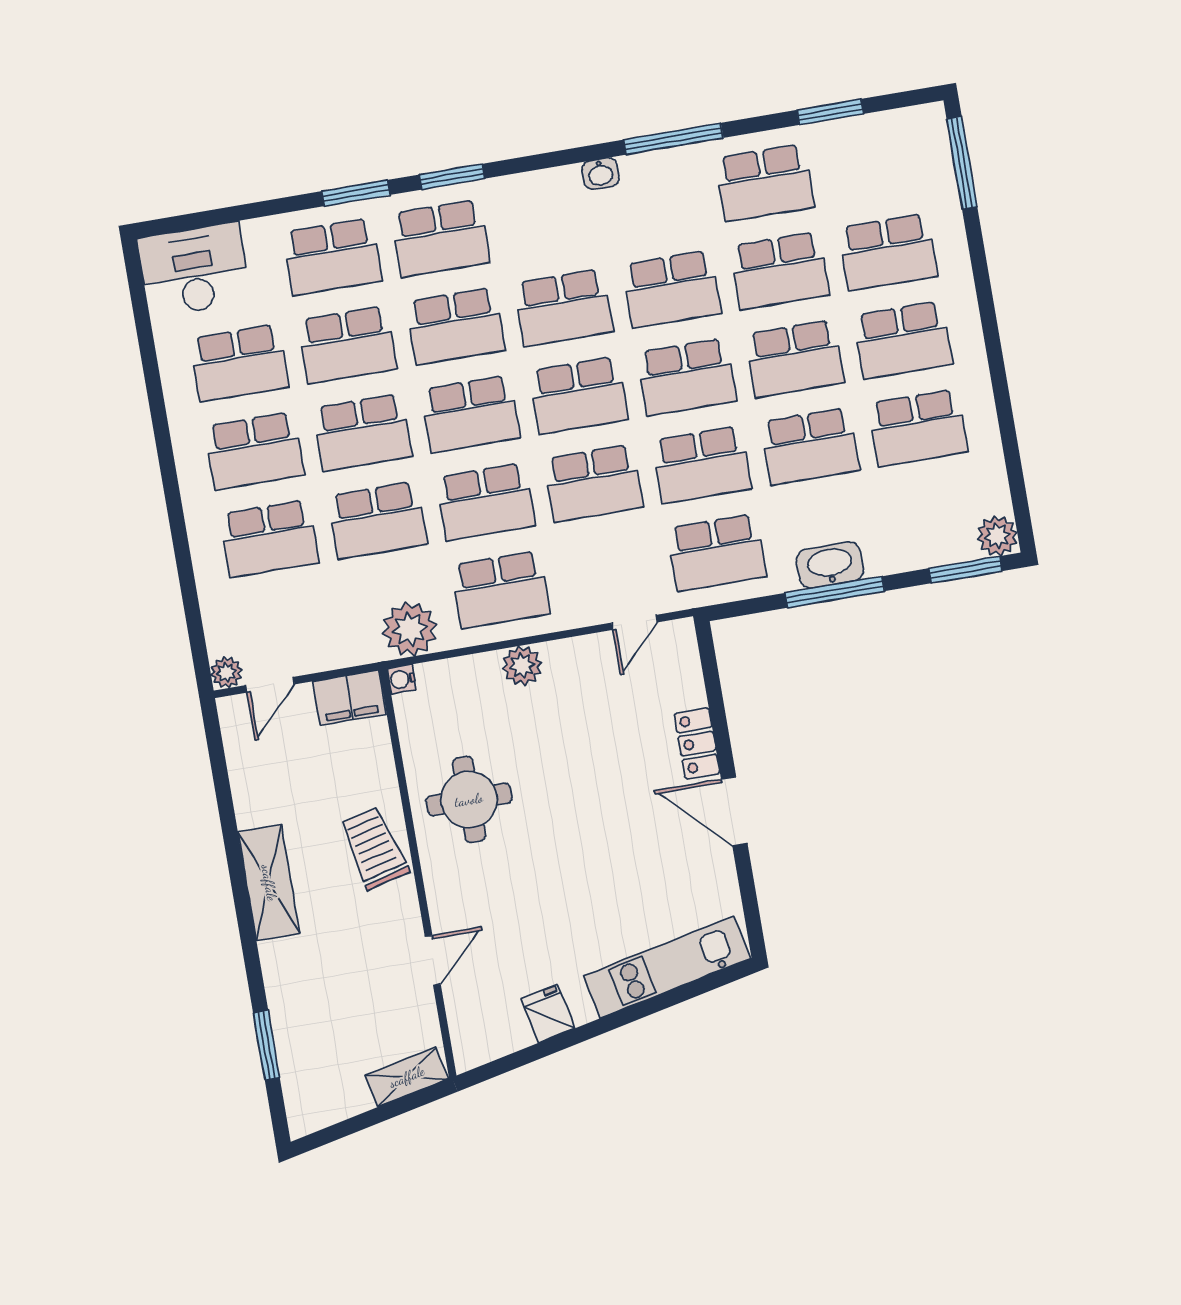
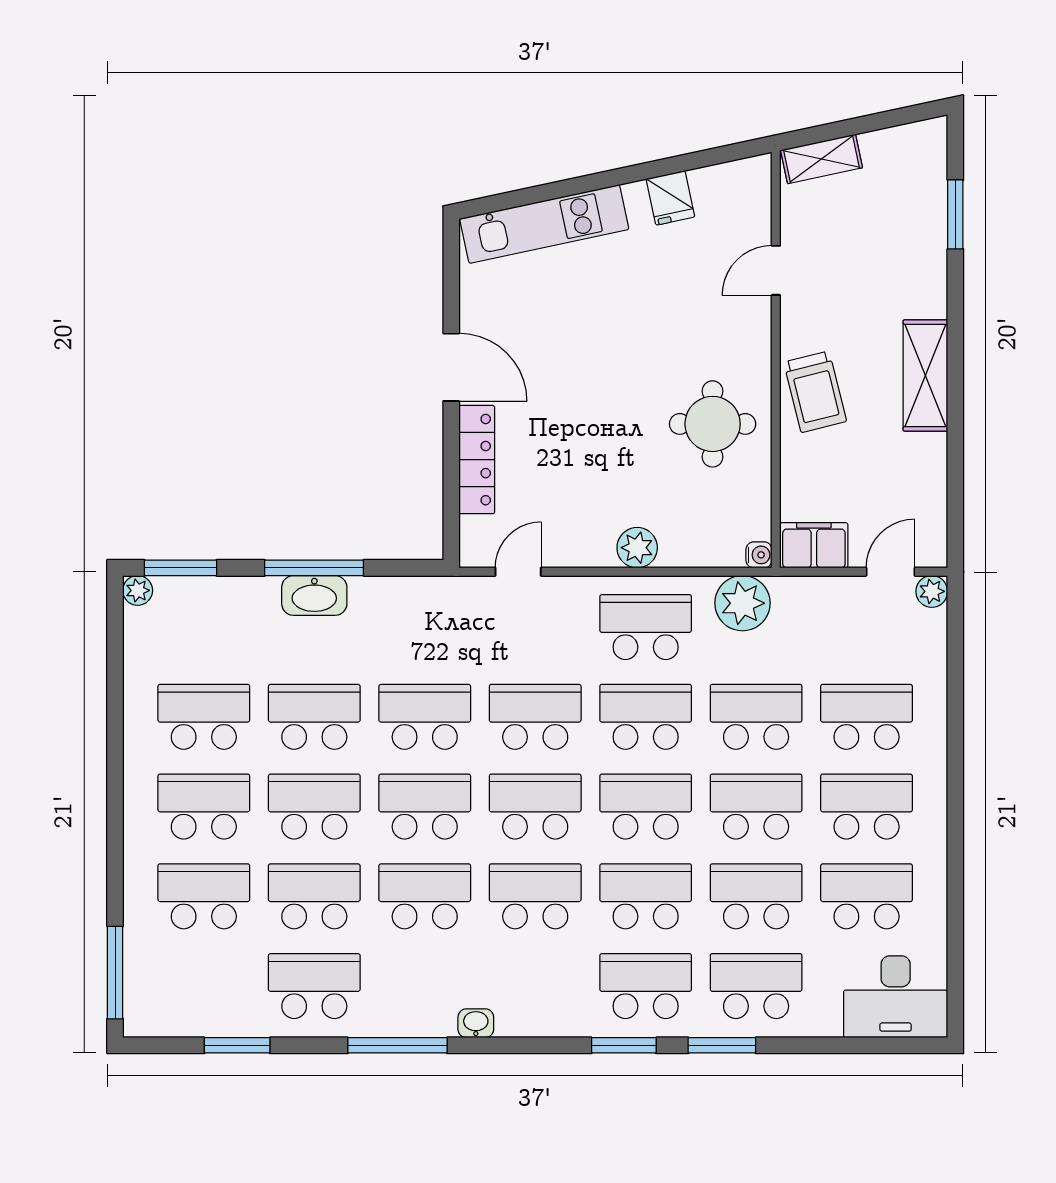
plant: (997, 536) -> (138, 590), width x0.73, depth x0.73
school desk: (717, 553) -> (425, 627), removed
locker: (697, 743) -> (477, 460), width x1.53

